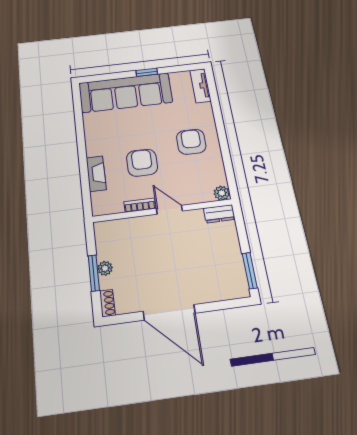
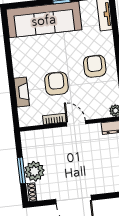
plant: (105, 268) -> (34, 171), width x1.88, depth x1.88

